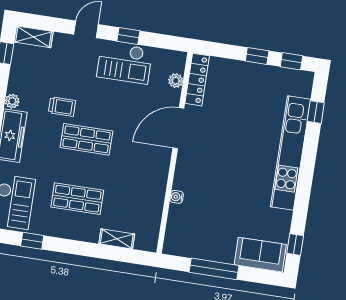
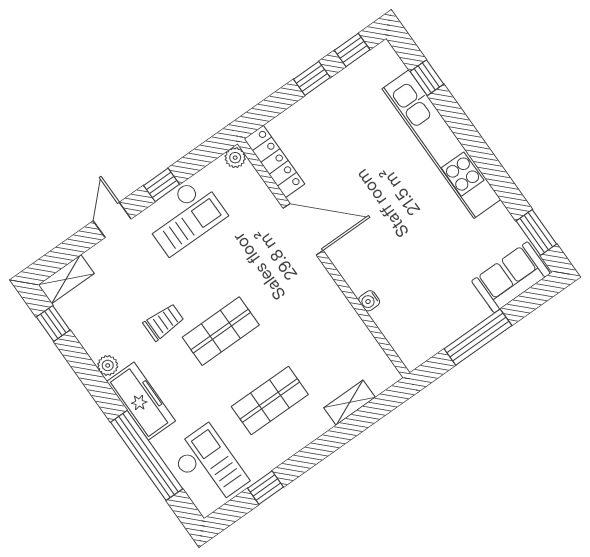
plant: (176, 81) -> (235, 158), moved
door: (178, 128) -> (303, 229), swing flipped
window: (295, 244) -> (536, 232), width x1.50

